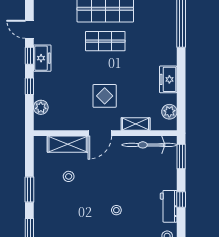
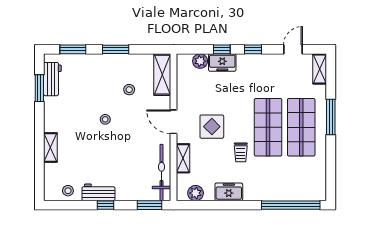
door: (29, 29) -> (293, 49), moved
shop shelf: (105, 41) -> (268, 127), width x1.43, depth x1.36
freezer: (42, 58) -> (222, 63), moved
trolley: (130, 68) -> (241, 152), added
shelving: (68, 144) -> (162, 75), moved
stool: (116, 210) -> (105, 119), moved

